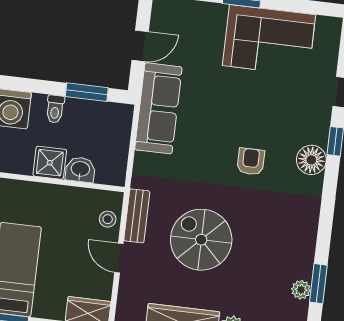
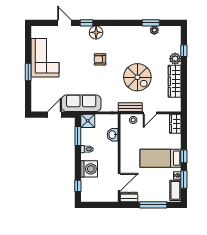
door: (140, 46) -> (54, 115), hinge flipped
shower: (50, 163) -> (88, 121), moved
spiral stairs: (201, 240) -> (137, 77), turned -90

